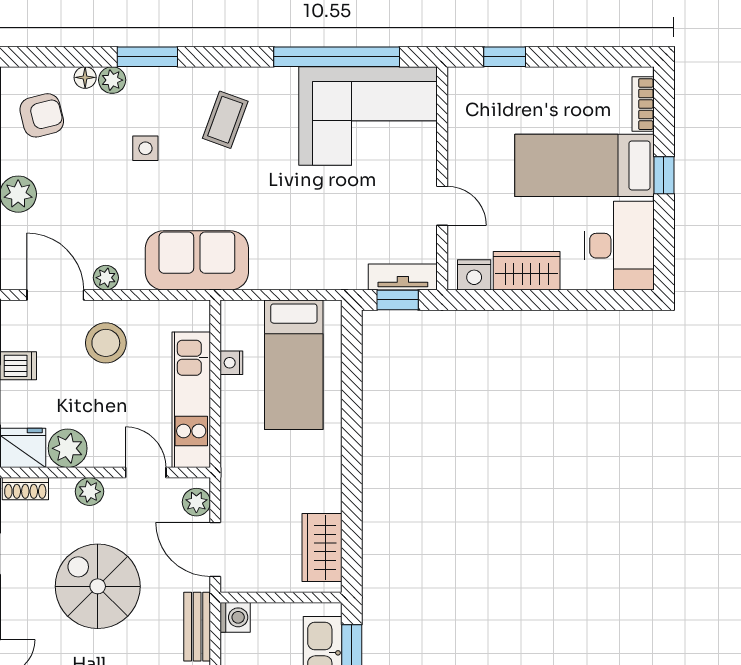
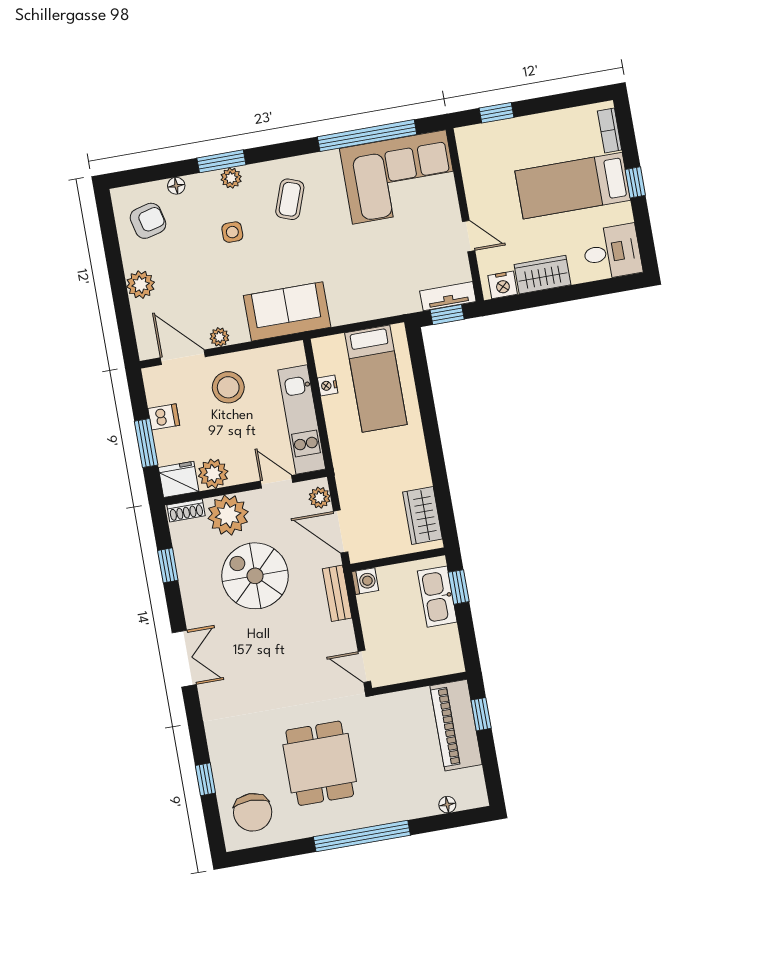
plant: (112, 80) -> (231, 178), moved
desk: (619, 246) -> (612, 252), width x0.73
plant: (89, 492) -> (228, 515), width x1.87, depth x1.87

